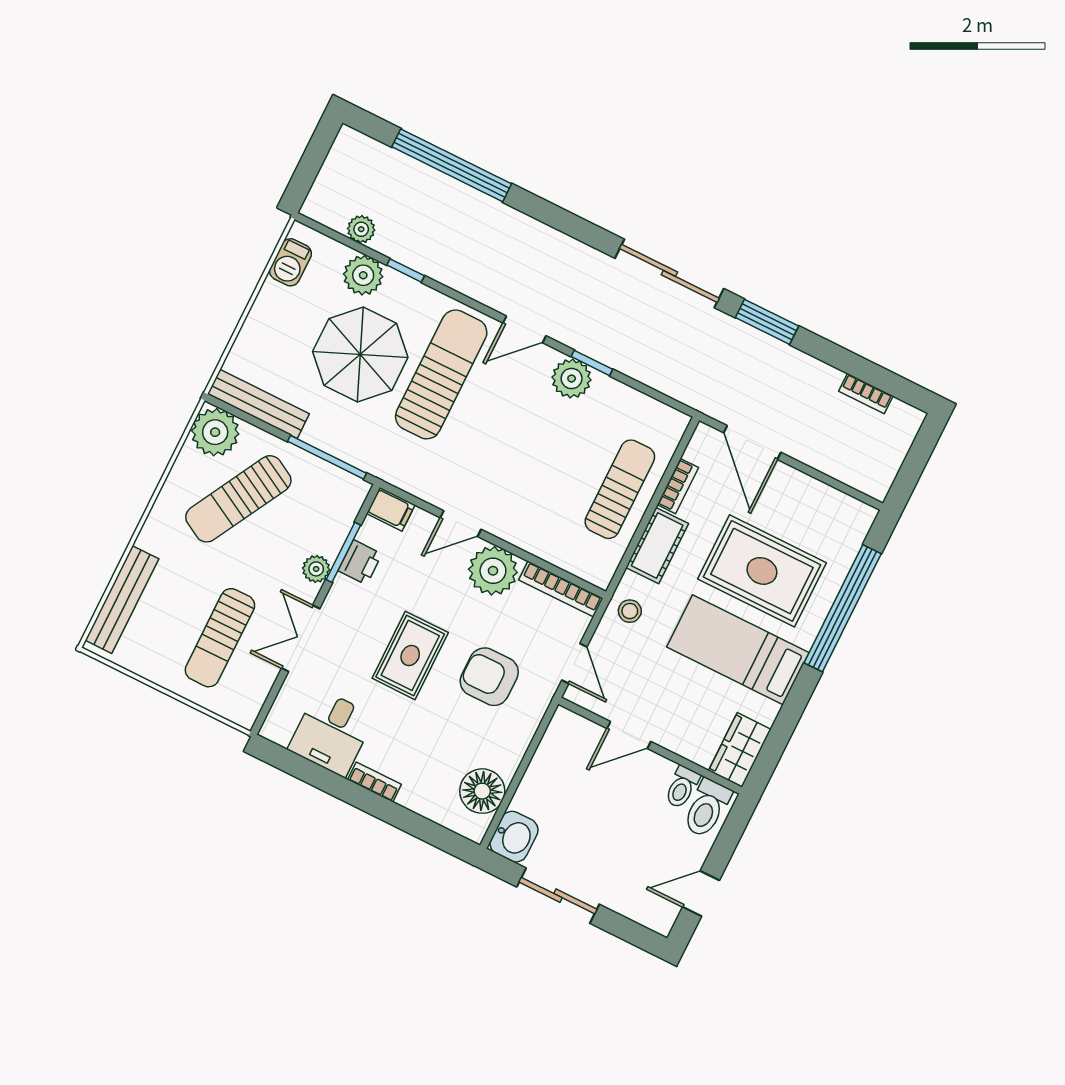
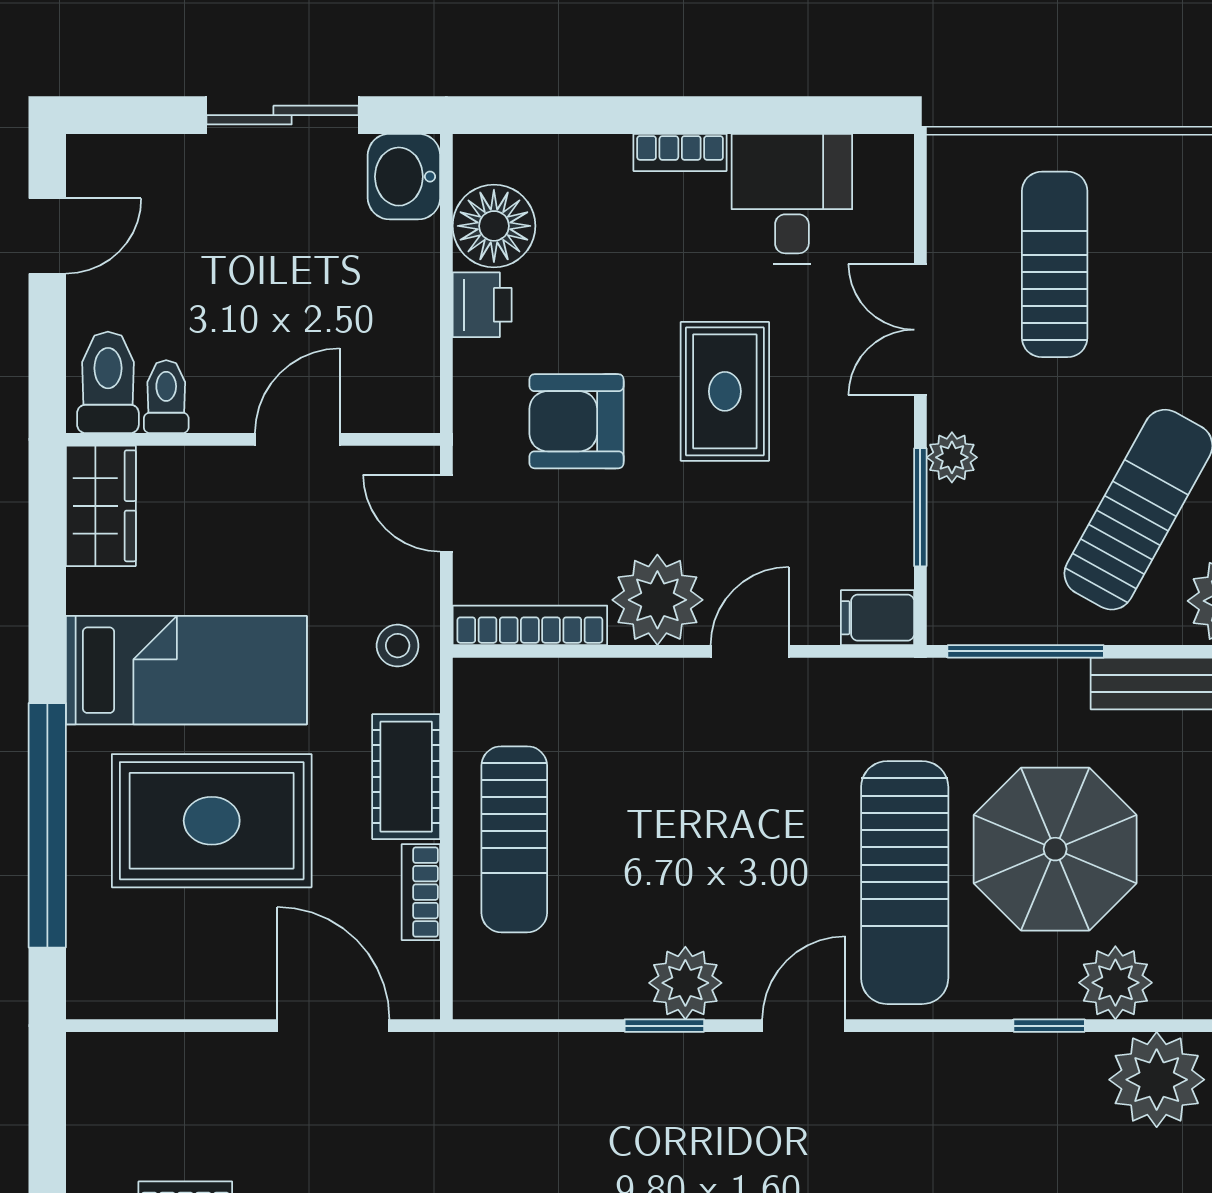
plant: (361, 229) -> (1157, 1080), width x1.87, depth x1.87
printer: (360, 562) -> (482, 305), moved, turned 180
double door: (301, 638) -> (920, 330), swing flipped
armchair: (489, 677) -> (576, 421), turned 180

